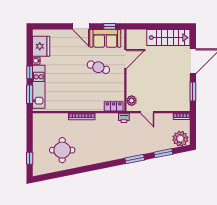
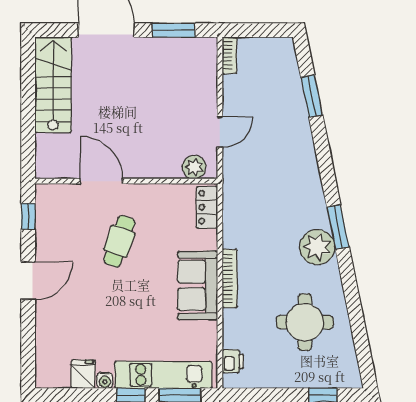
sofa: (105, 38) -> (198, 285), moved, turned 180
fridge: (41, 46) -> (83, 374), width x0.53, depth x0.75
printer: (124, 118) -> (233, 361), moved
plant: (180, 139) -> (317, 247), moved
window: (135, 159) -> (338, 227), moved

